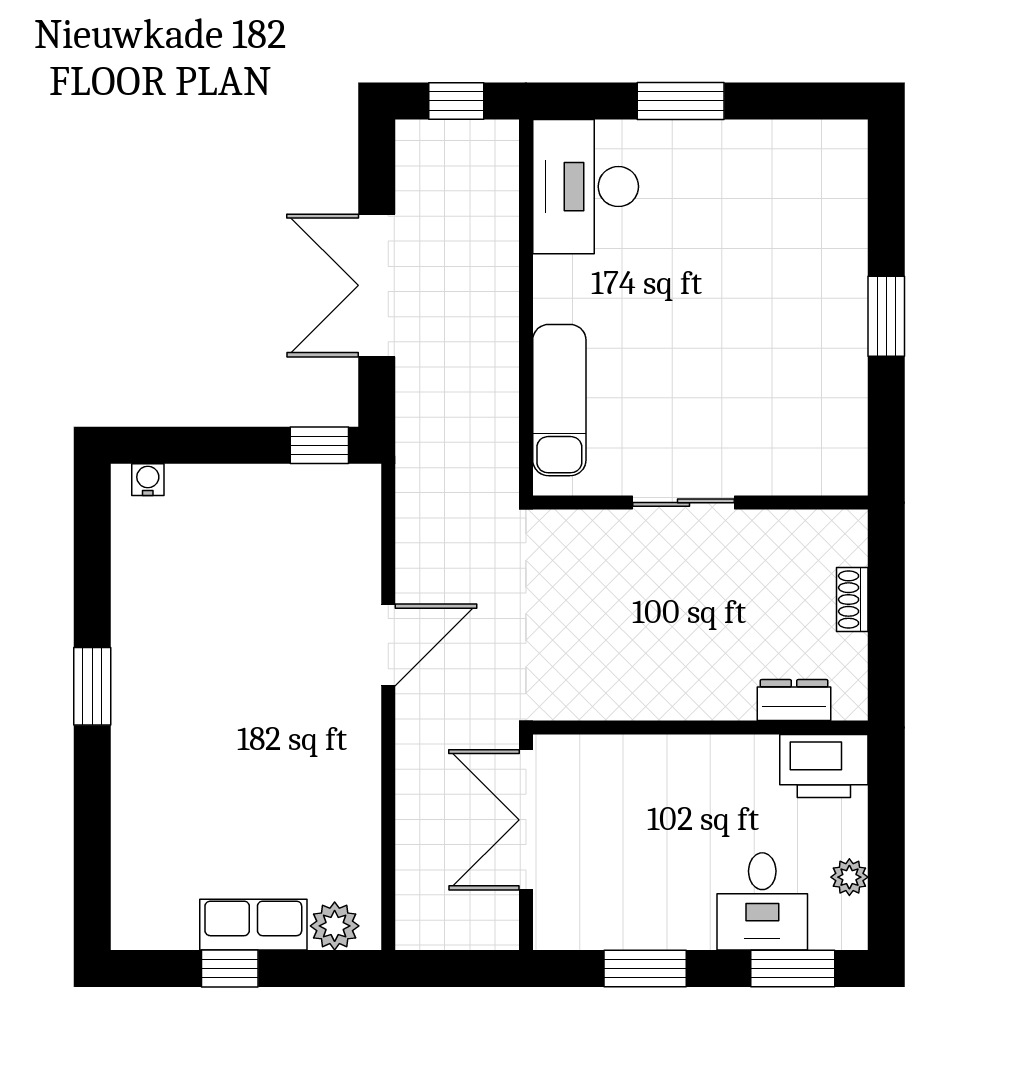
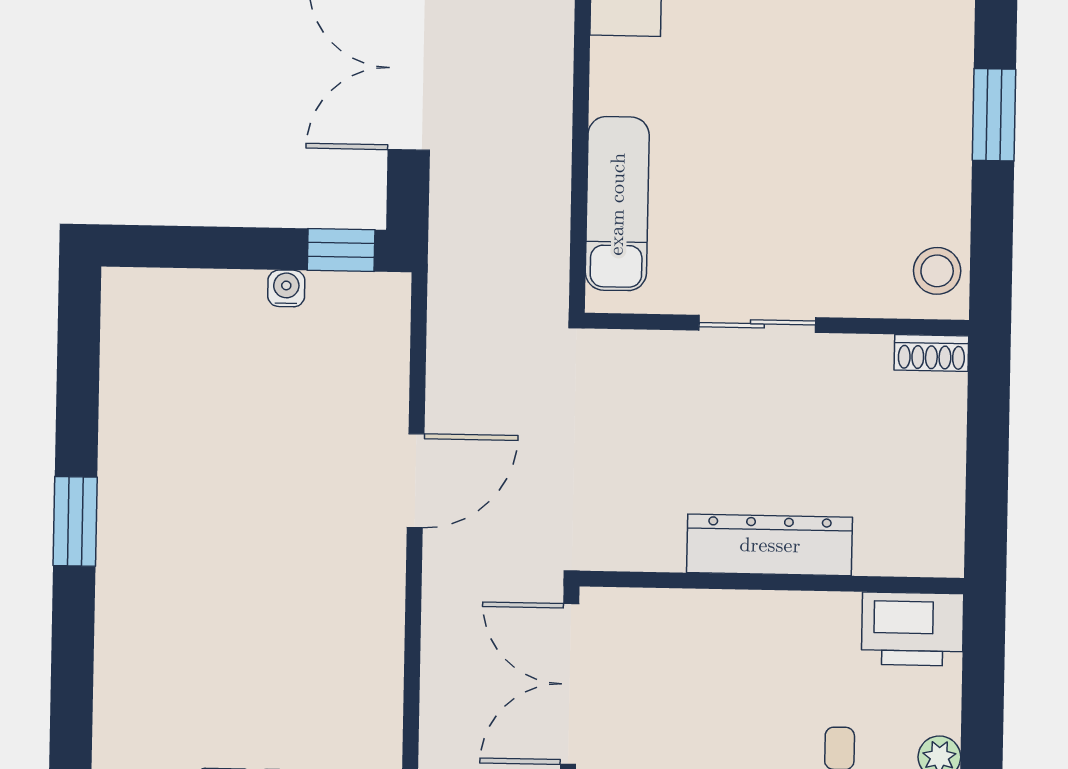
stool: (839, 453) -> (937, 271), added
water cooler: (148, 480) -> (286, 288), moved
shoe rack: (852, 600) -> (931, 353), moved, turned -90
dresser: (794, 700) -> (770, 545), moved, width x1.96, depth x1.24

